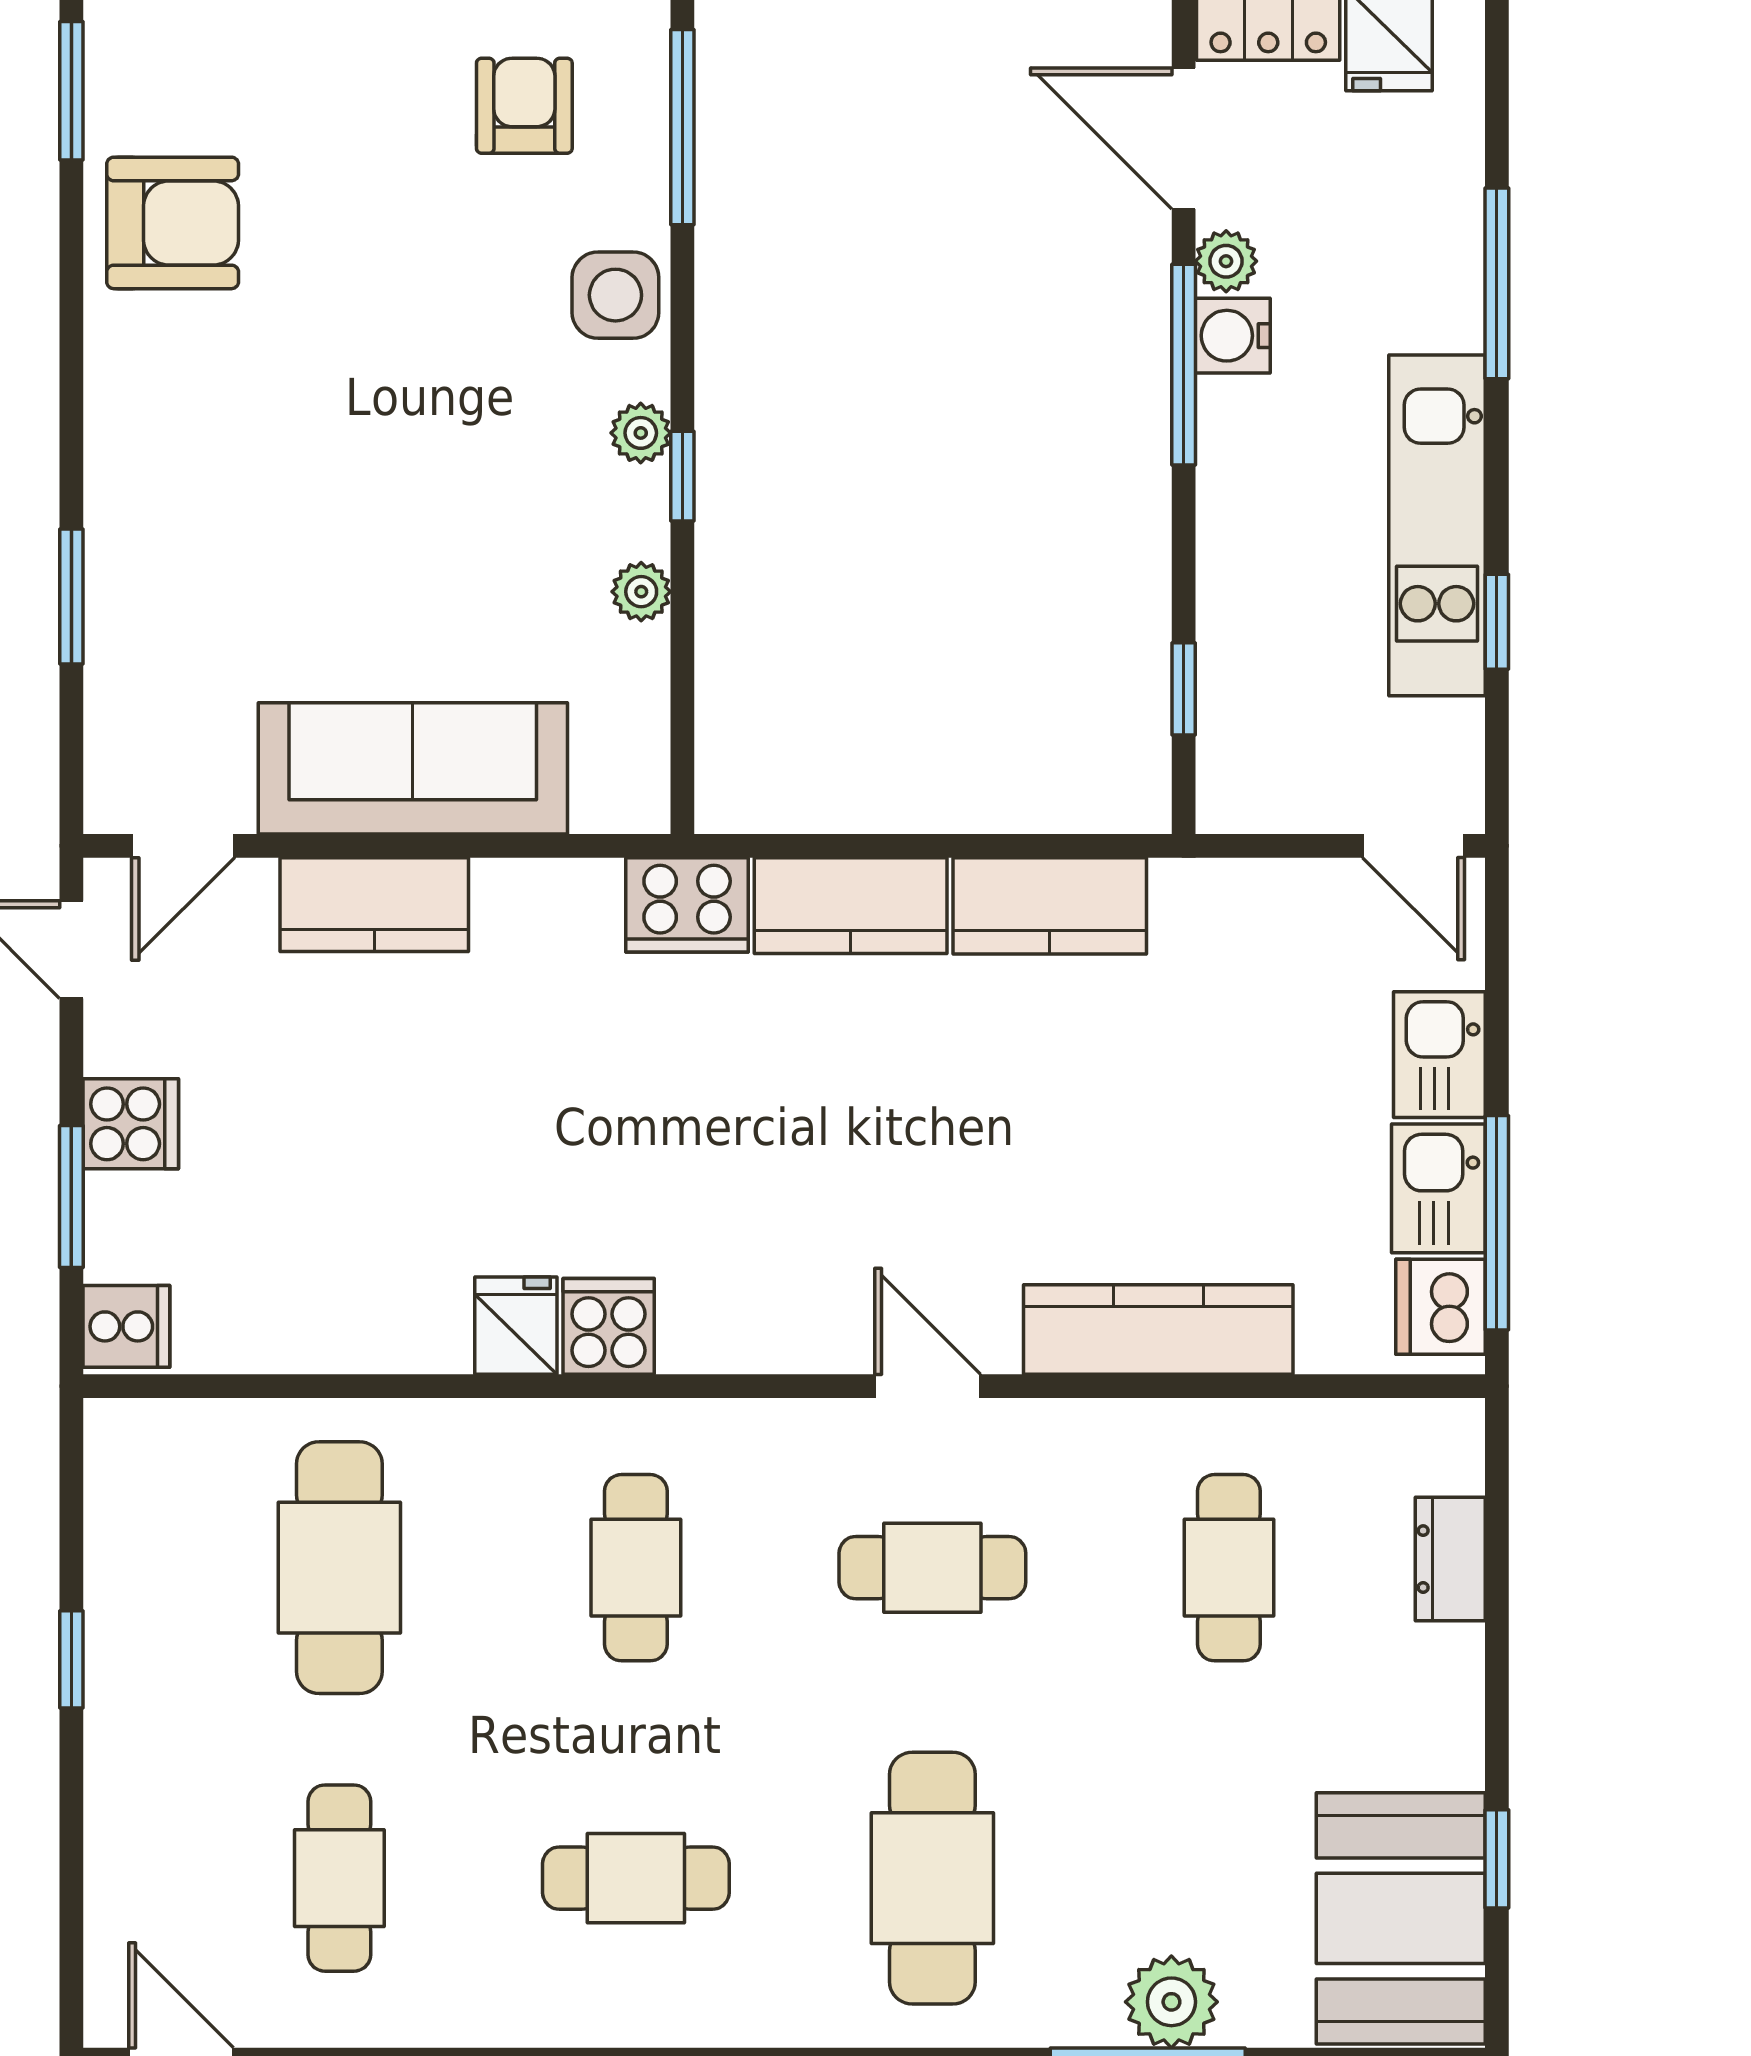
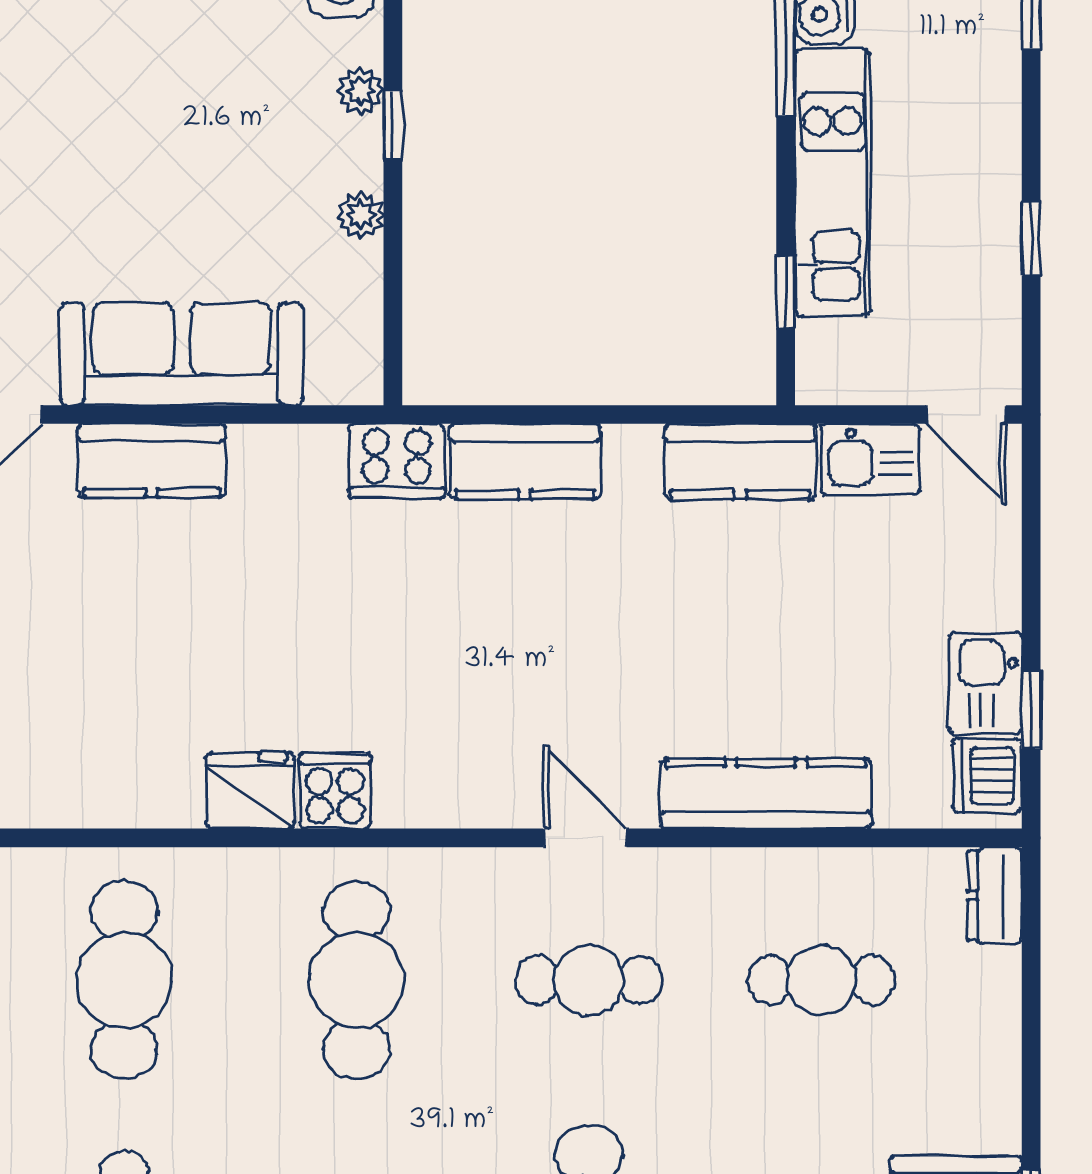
kitchen unit: (1437, 525) -> (833, 183), moved, turned 180
kitchen counter: (1050, 906) -> (740, 462), moved
kitchen sink: (1439, 1055) -> (870, 459), moved, turned -90
window: (1497, 1223) -> (1031, 710), width x0.46
fridge: (516, 1326) -> (250, 790), width x1.38
dresser: (1450, 1559) -> (995, 896), moved
cafe table: (636, 1568) -> (357, 980), width x1.37, depth x1.35
cafe table: (1229, 1568) -> (821, 980), turned 90

